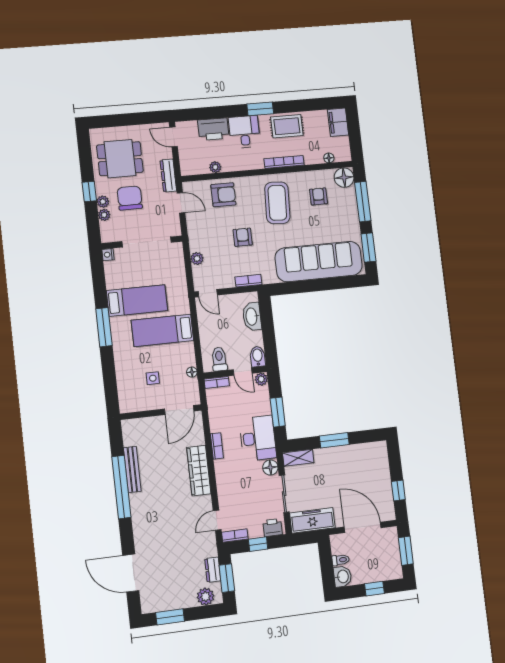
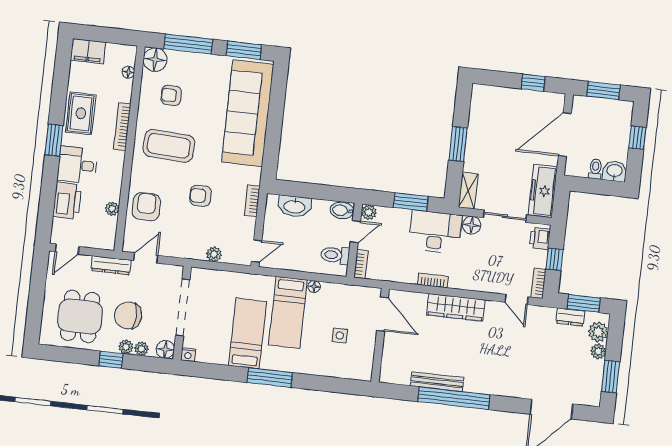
floor lamp: (108, 235) -> (165, 349), added
floor lamp: (192, 372) -> (314, 287), moved
plant: (189, 601) -> (598, 351), added

